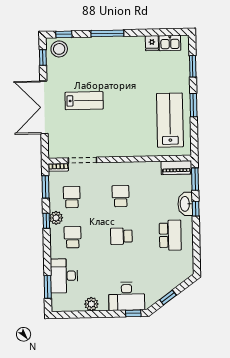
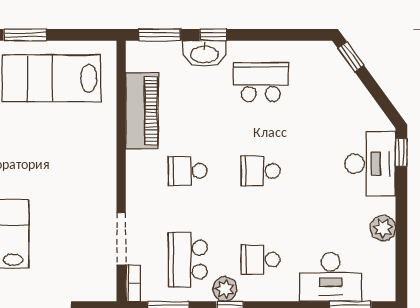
piano: (176, 168) -> (142, 111), moved, width x1.37, depth x1.33
school desk: (72, 197) -> (188, 260), width x1.85
school desk: (121, 236) -> (261, 171), turned 90
window: (168, 297) -> (351, 57), moved

